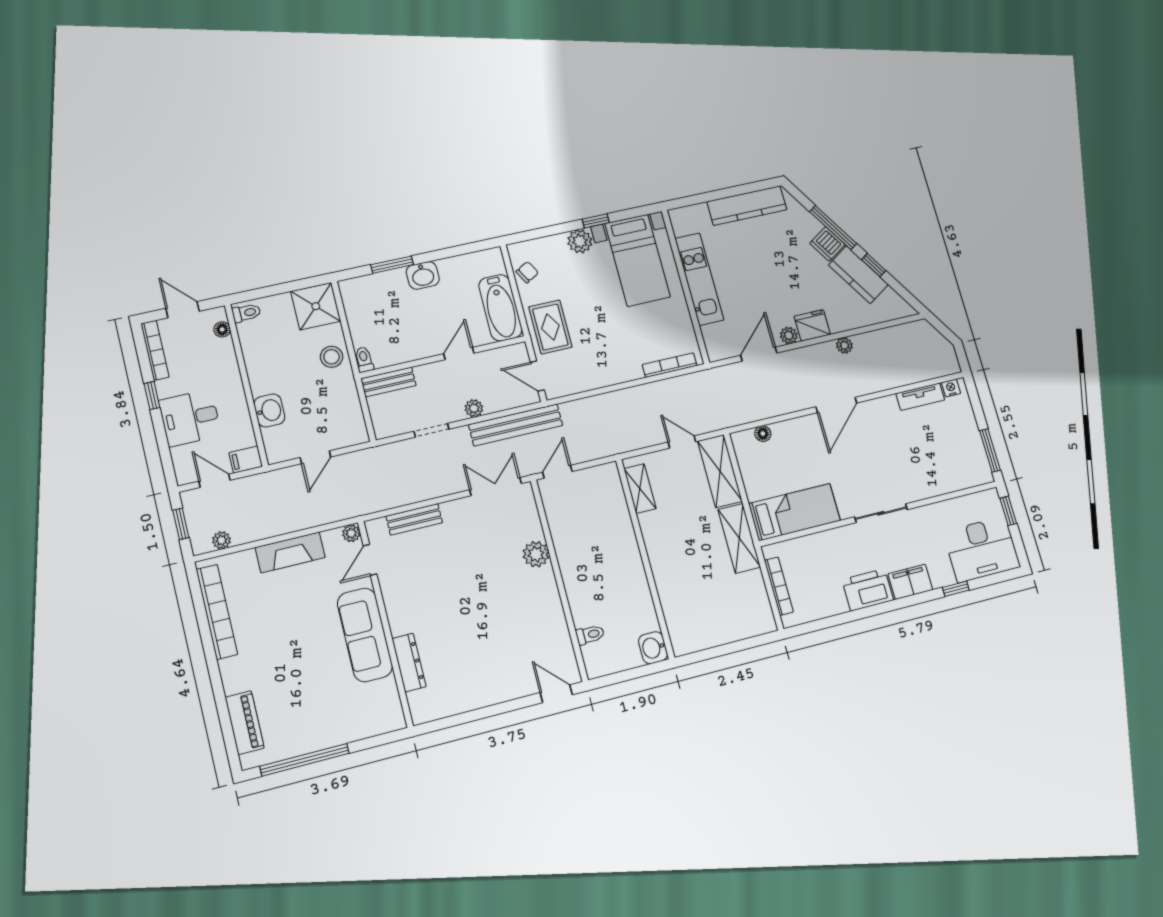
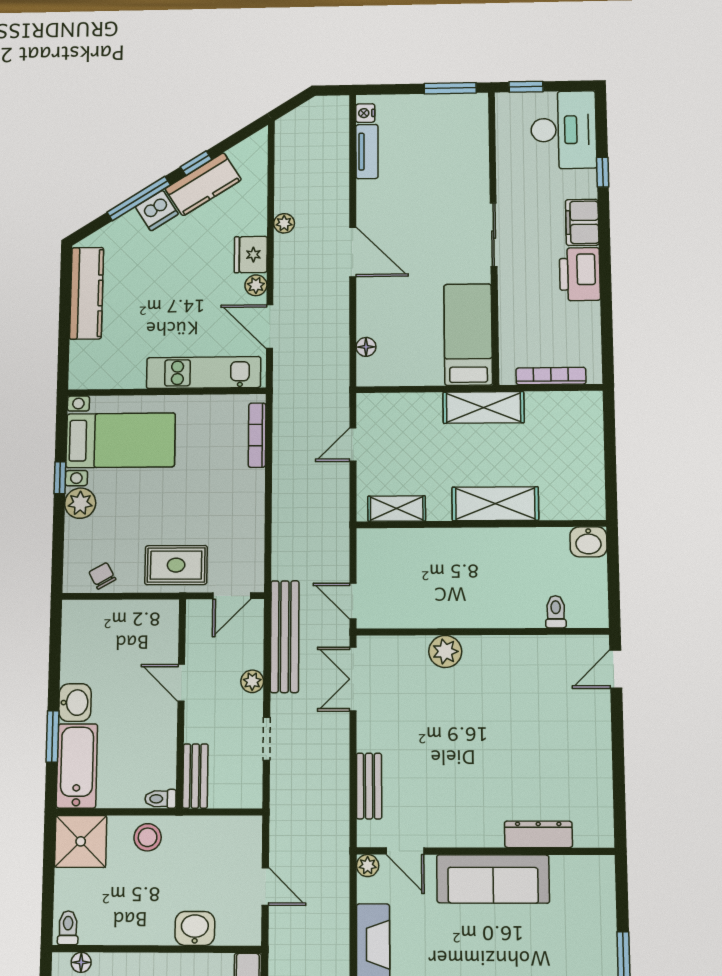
kitchen unit: (699, 279) -> (204, 373), moved
bathtub: (500, 308) -> (77, 766), moved, turned -90
shelving: (720, 471) -> (495, 504), moved

